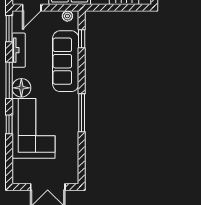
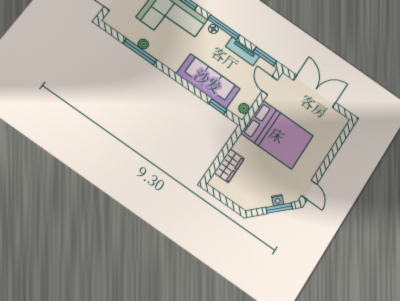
floor lamp: (21, 88) -> (213, 29), width x0.53, depth x0.53
window: (82, 113) -> (140, 52), moved
plant: (73, 136) -> (143, 44), added

